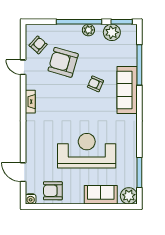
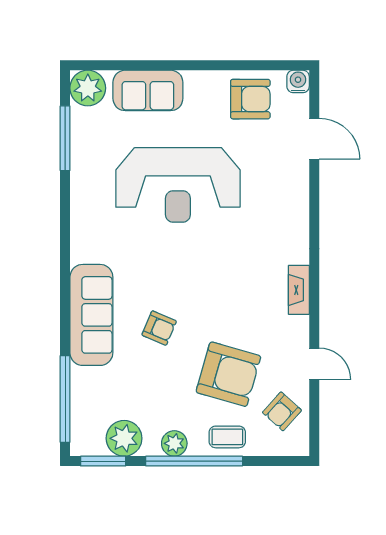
coffee table: (64, 33) -> (227, 437), added
window: (139, 65) -> (65, 399), moved

